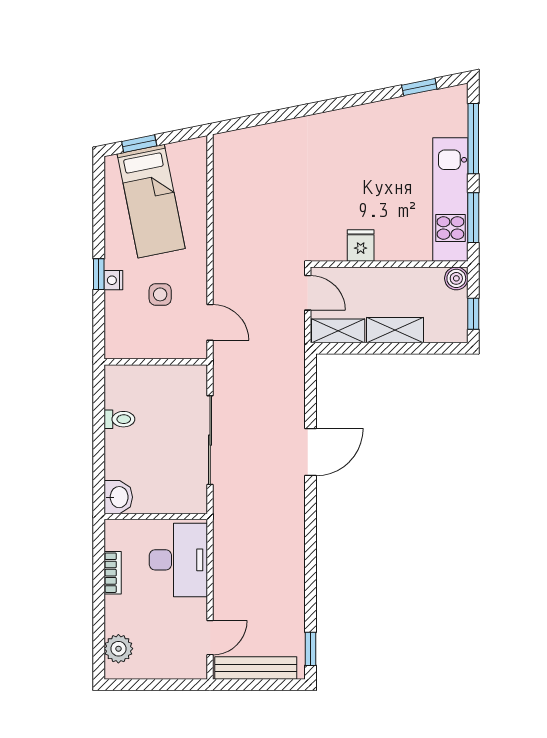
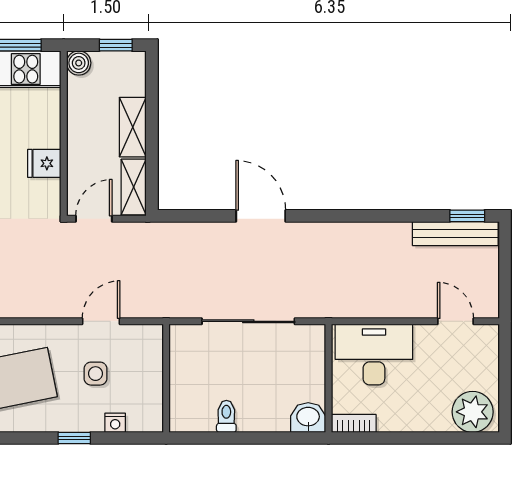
nightstand: (113, 280) -> (115, 423), moved
door: (210, 322) -> (101, 321), moved
bookcase: (113, 573) -> (354, 423), moved
plant: (118, 649) -> (473, 412), width x1.36, depth x1.36
bench: (256, 668) -> (455, 234), moved, turned 90

